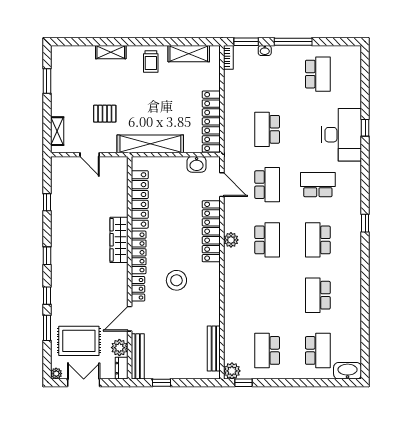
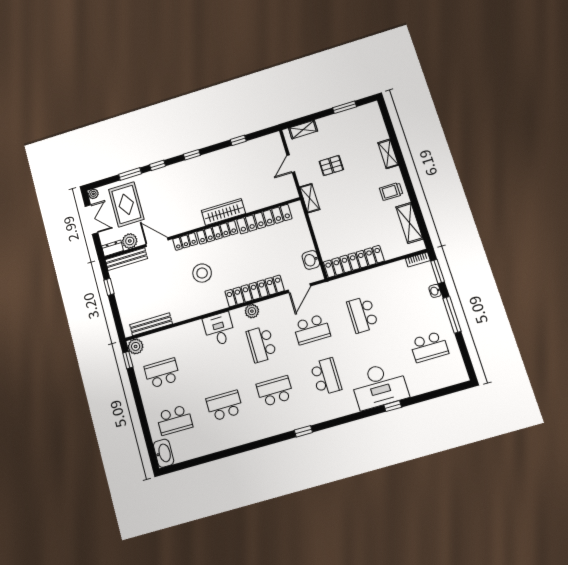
pallet: (105, 114) -> (331, 165), turned 90
school desk: (267, 129) -> (363, 315), turned -90
shelving: (150, 144) -> (310, 198), width x0.45, depth x0.75
school desk: (267, 240) -> (261, 344), turned 90
desk: (239, 279) -> (219, 329), added

